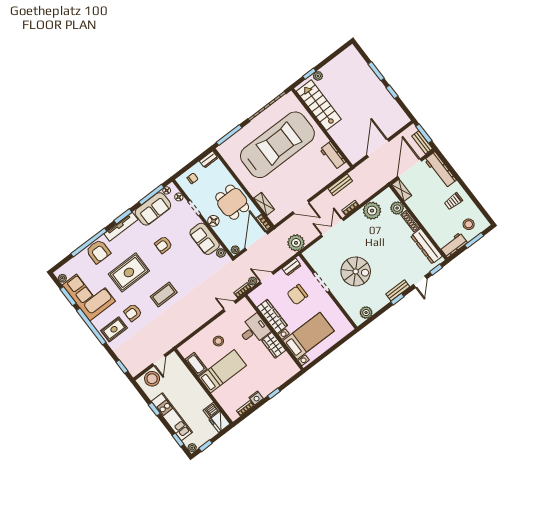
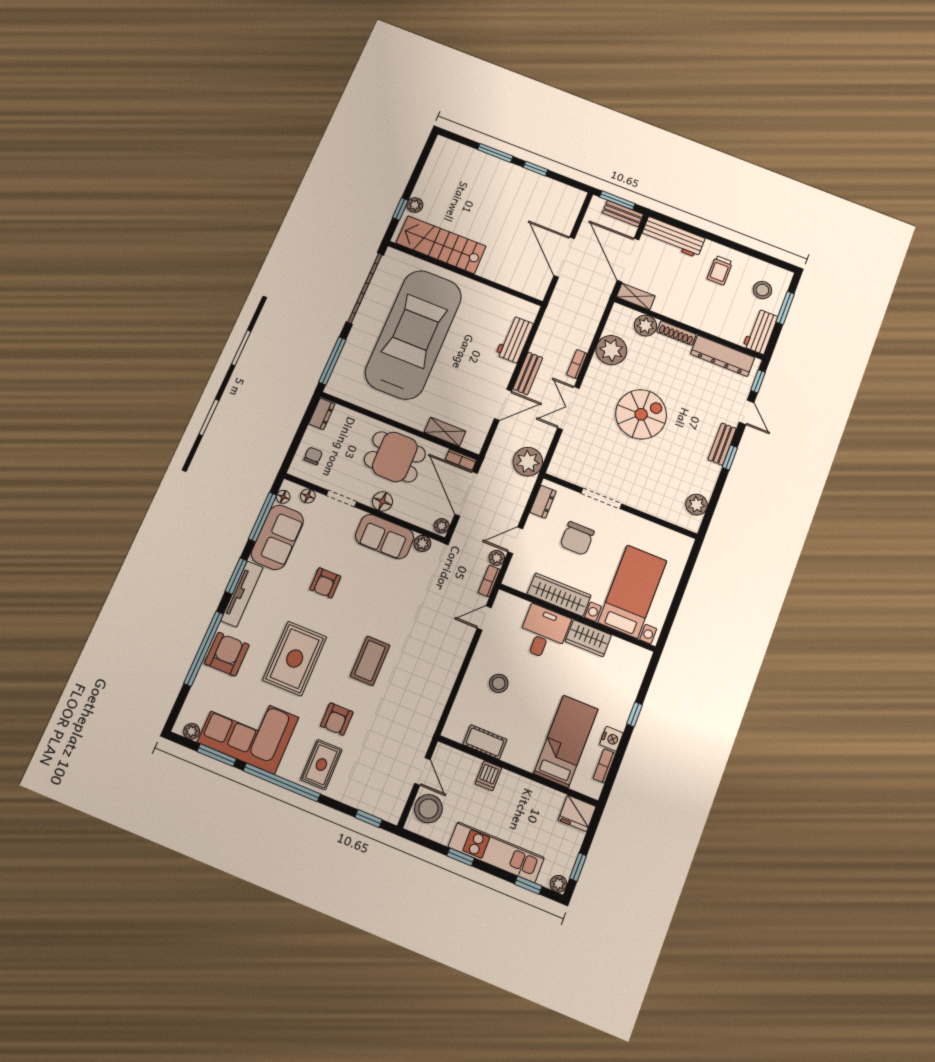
workbench: (333, 156) -> (515, 339), moved, turned 90
bench: (340, 185) -> (528, 373), moved
armchair: (98, 252) -> (227, 654), turned -90
spiral stairs: (356, 271) -> (641, 414), moved
bed: (222, 371) -> (566, 741), moved
dishwasher: (211, 410) -> (488, 776), moved

